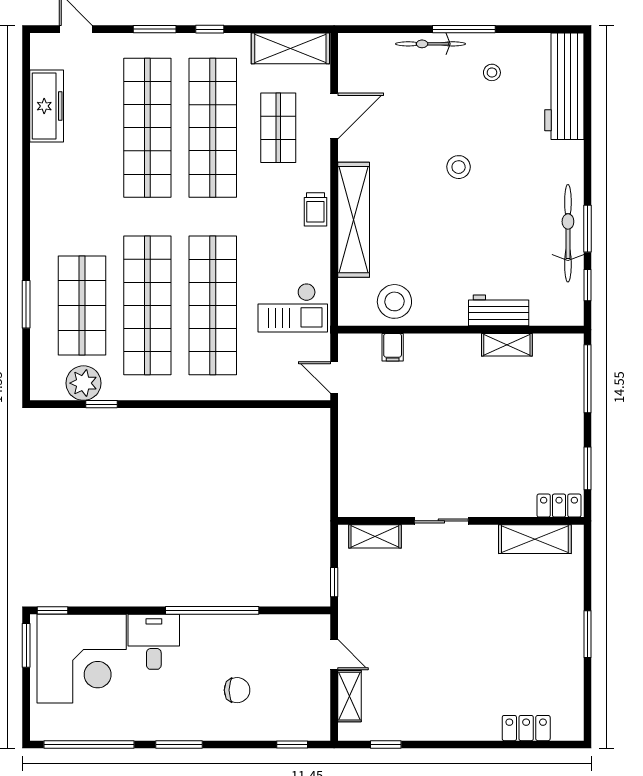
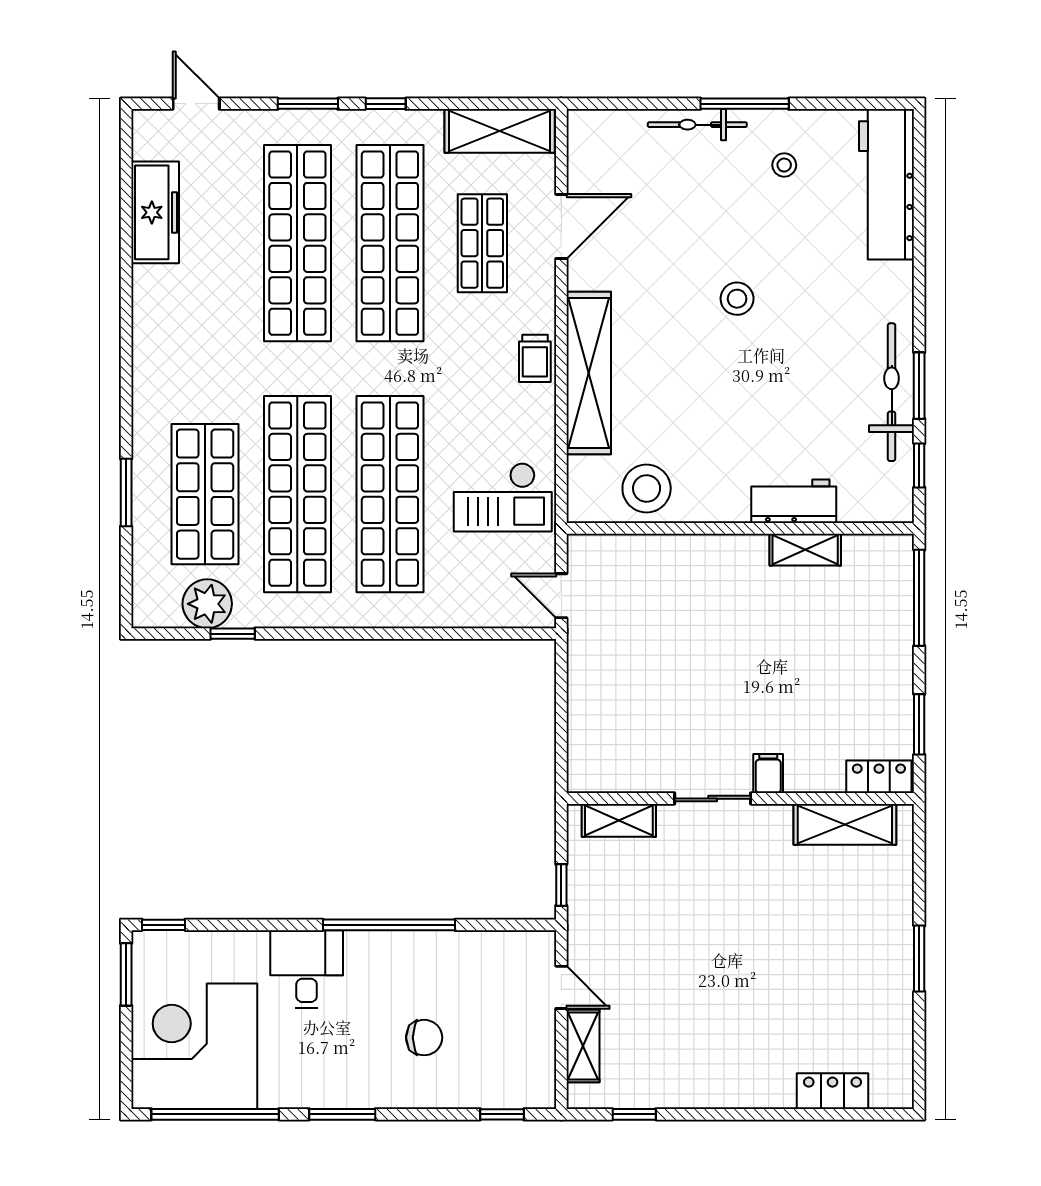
filing cabinet: (393, 347) -> (768, 774), moved, turned 180
corner desk: (82, 659) -> (194, 1046), moved, turned 180

